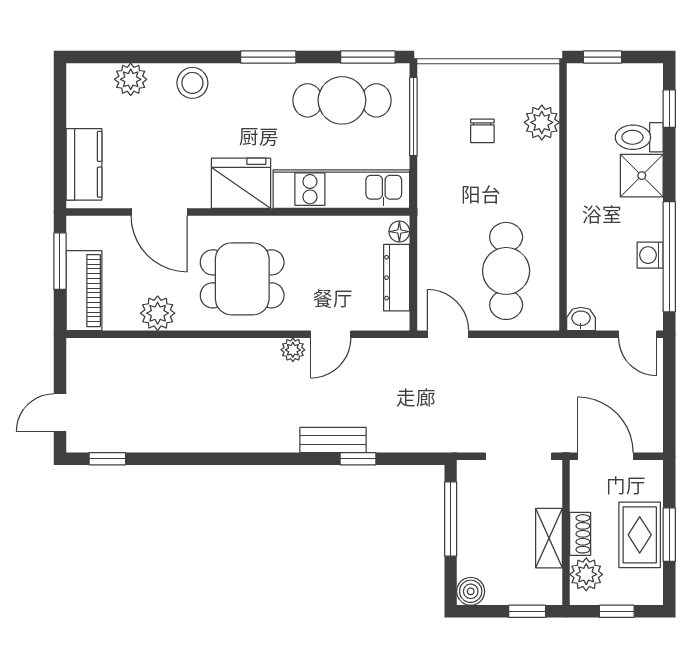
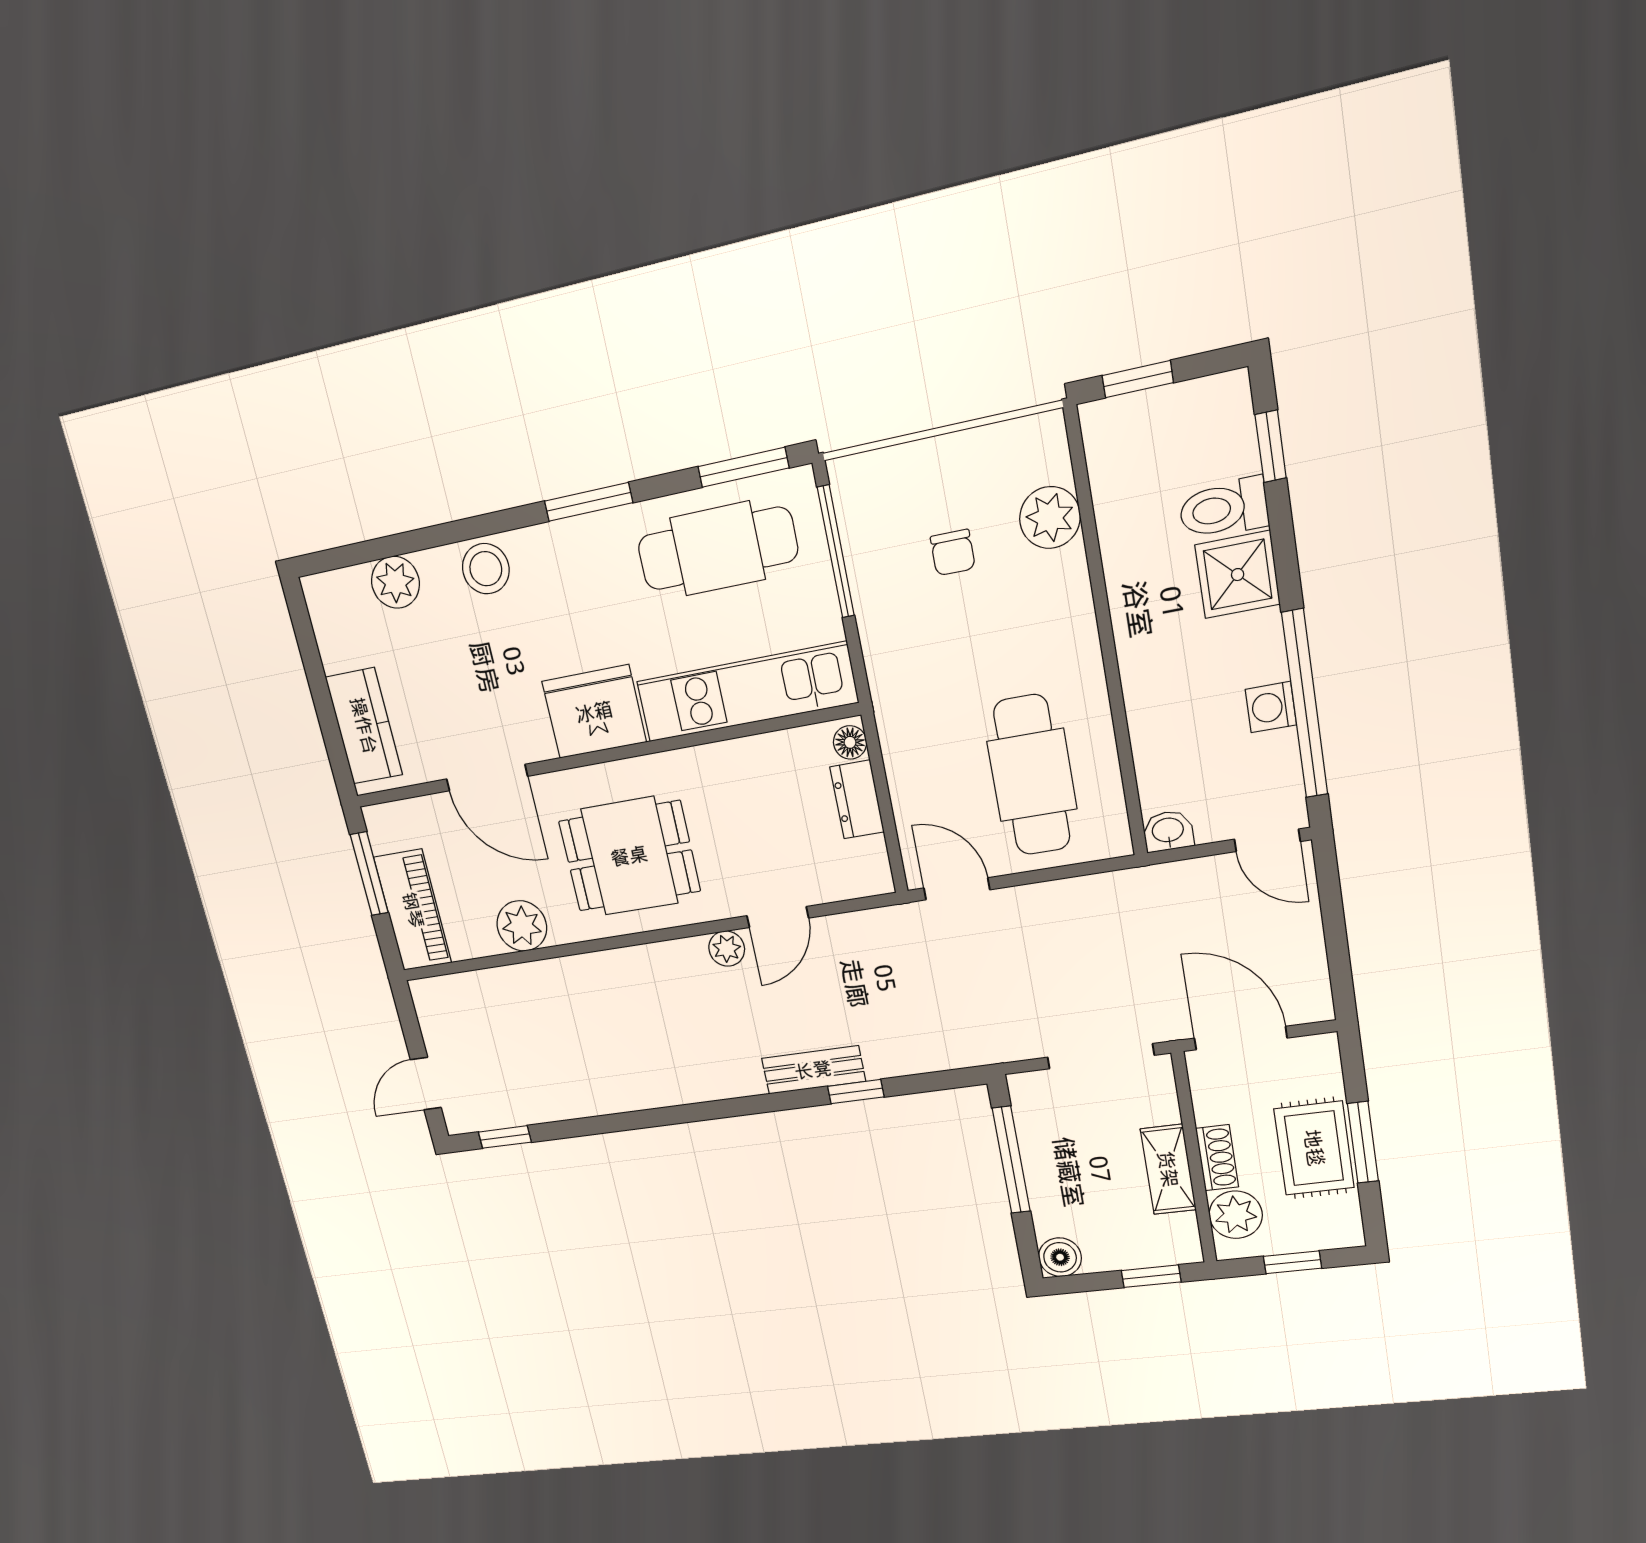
dresser: (397, 278) -> (857, 799), width x0.70

